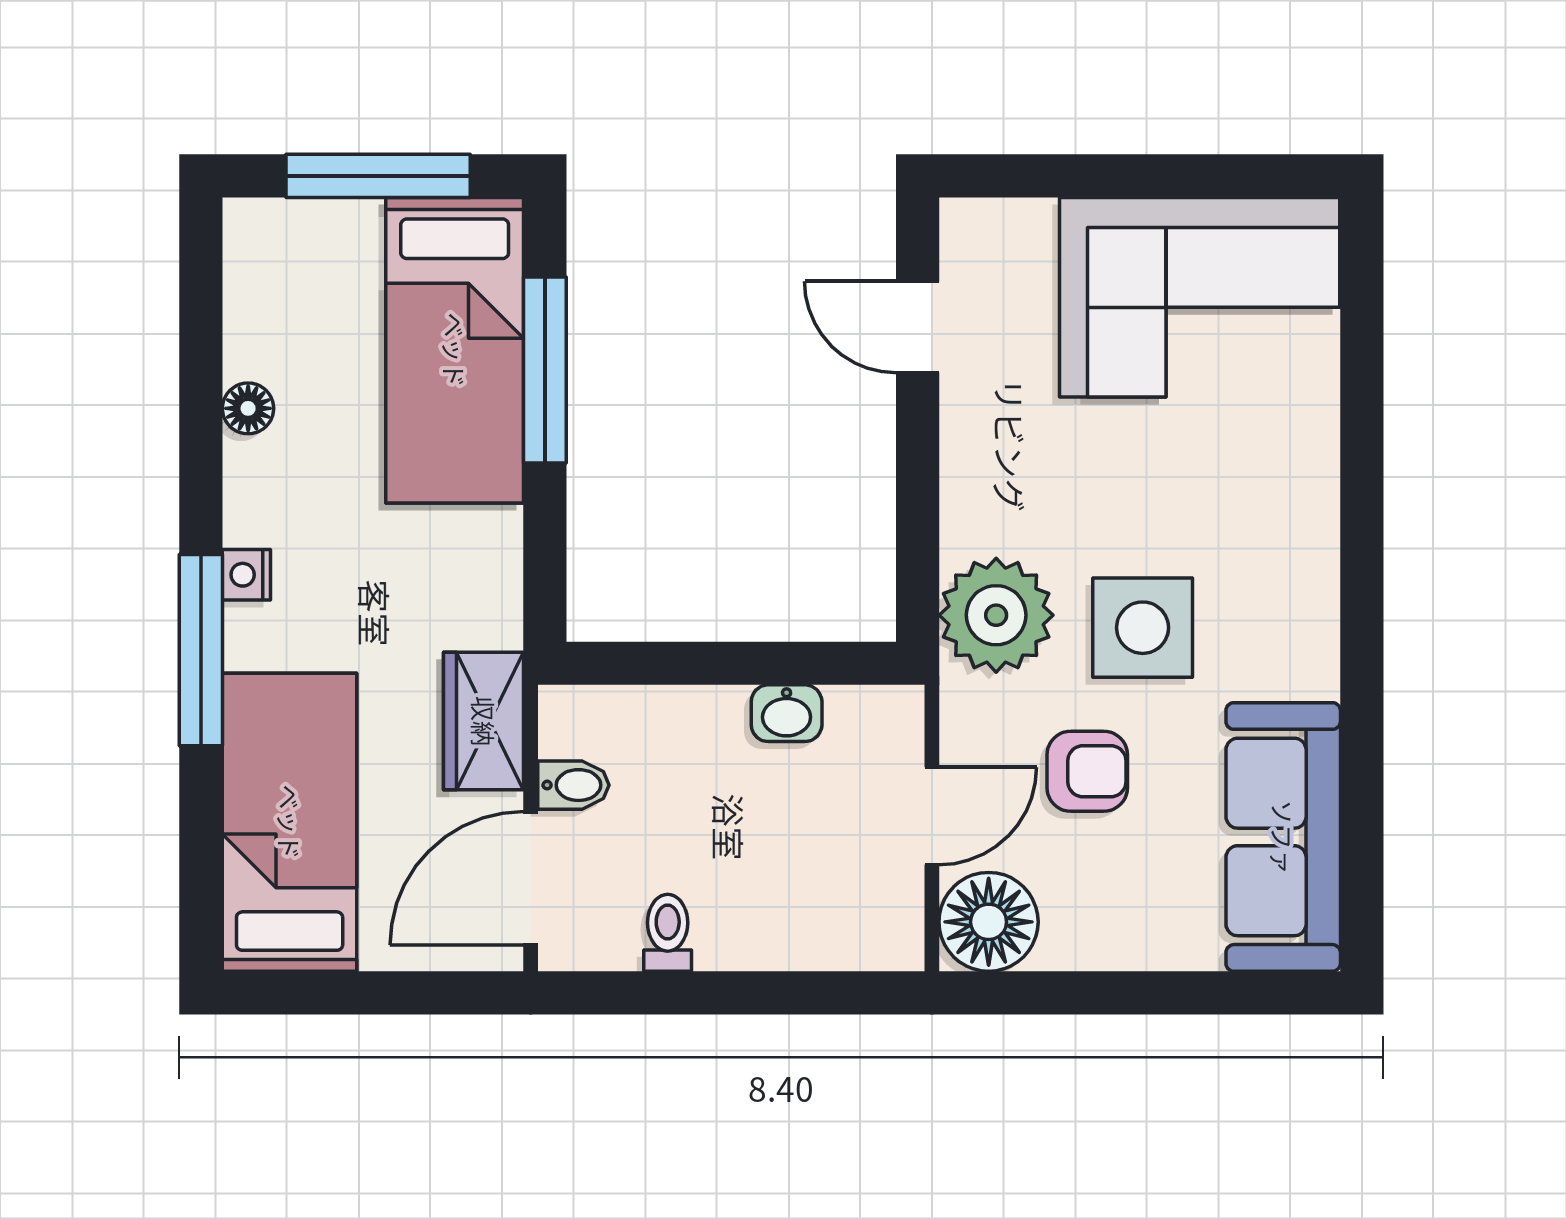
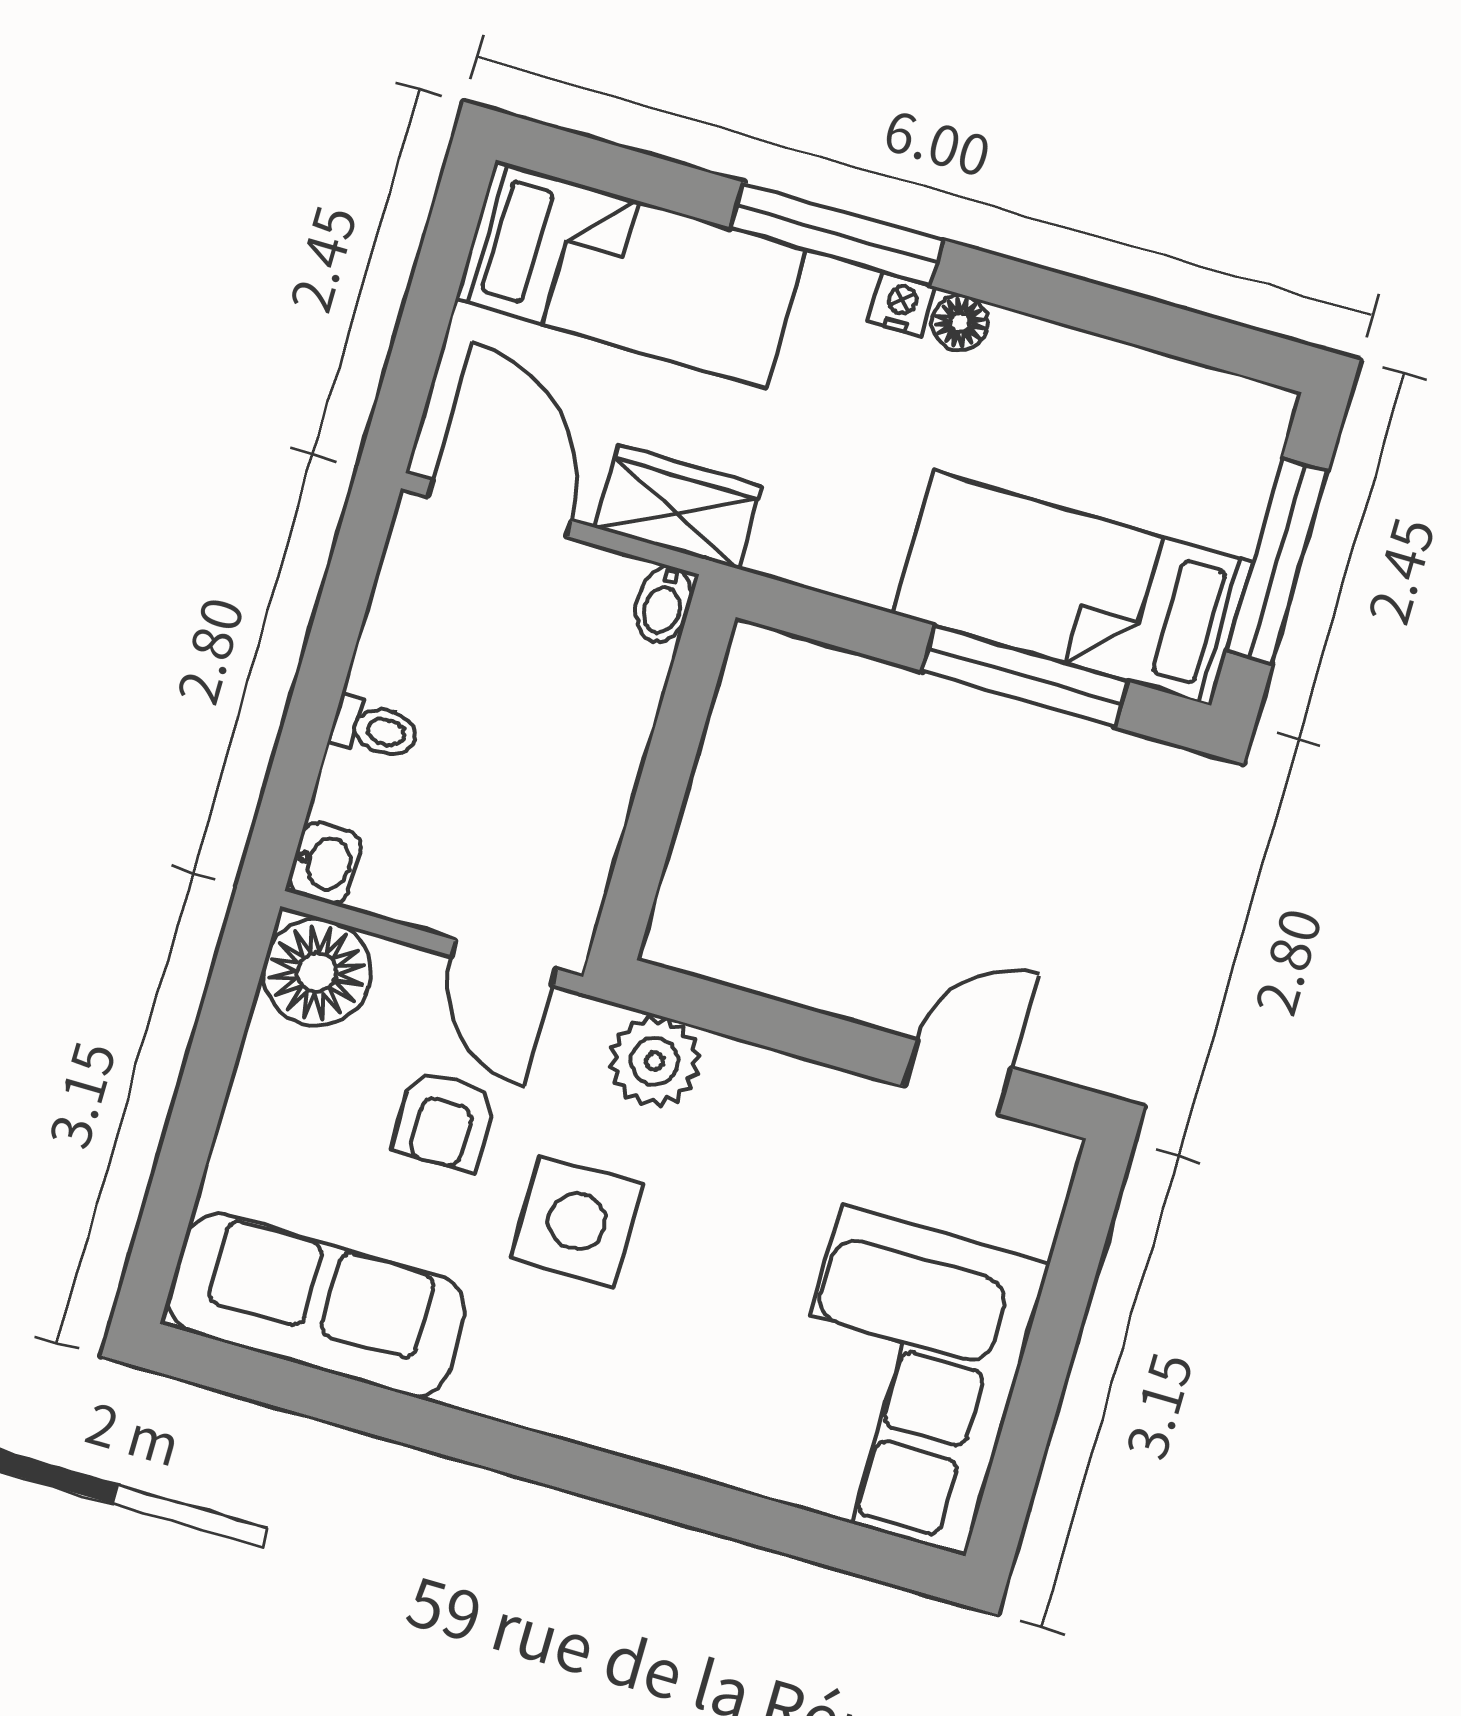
floor lamp: (248, 408) -> (960, 322), moved
plant: (996, 615) -> (654, 1061), width x0.73, depth x0.73
washbasin: (787, 713) -> (325, 863), moved, turned 180
bidet: (573, 785) -> (663, 604), moved
door: (932, 816) -> (504, 962), moved
toilet: (668, 933) -> (375, 729), moved

